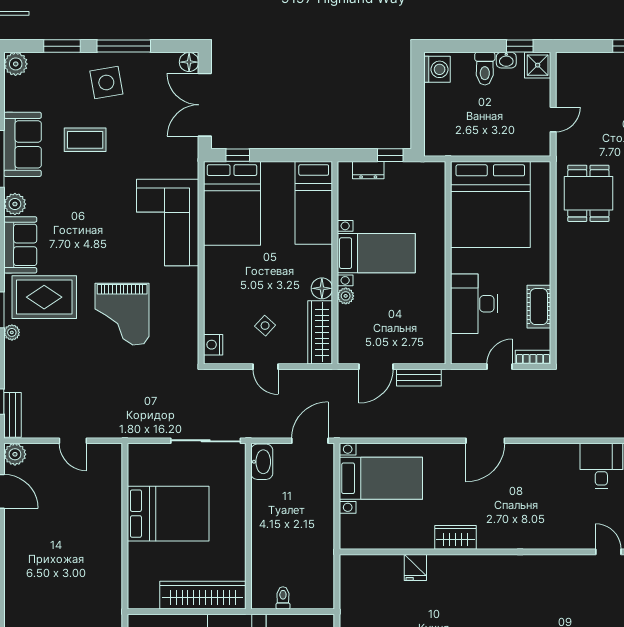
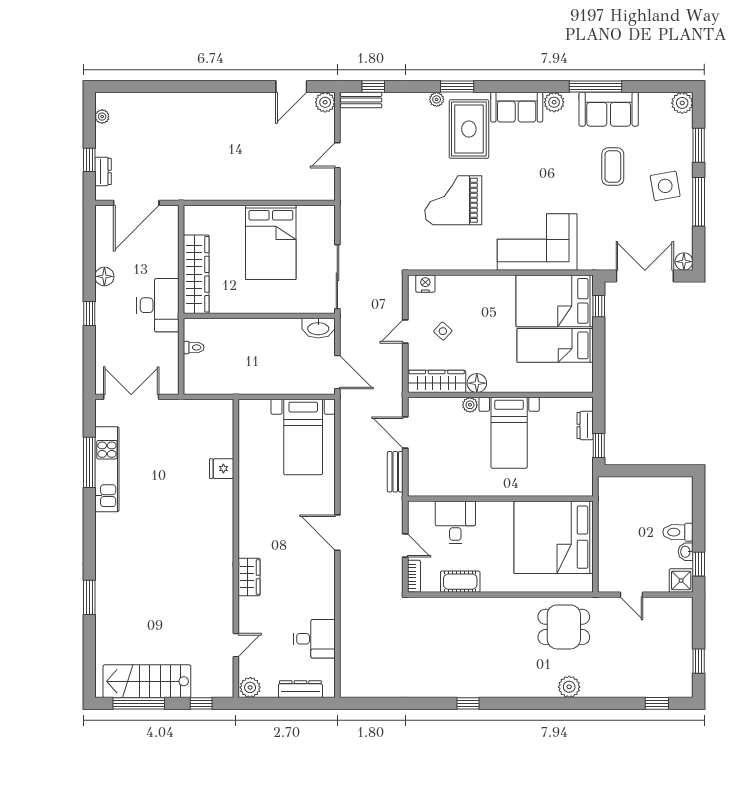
washing machine: (437, 69) -> (677, 488), removed
bed: (314, 203) -> (555, 345), moved
desk: (474, 304) -> (455, 522), width x0.73
wardrobe: (455, 537) -> (249, 577), moved

